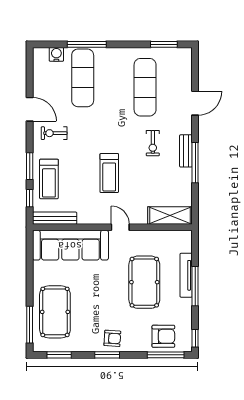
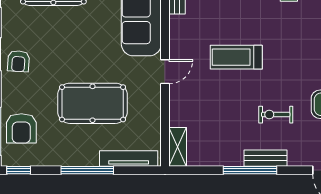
shelving: (170, 215) -> (178, 147), width x0.67, depth x0.75
tv unit: (186, 275) -> (129, 158), moved

